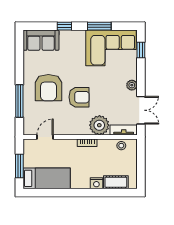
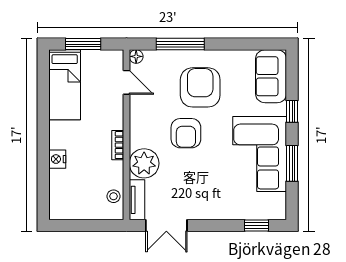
corner sofa: (111, 48) -> (260, 154), moved
plant: (132, 85) -> (204, 212), removed
armchair: (48, 88) -> (200, 87), turned 90
floor lamp: (28, 131) -> (136, 56), added
cot: (116, 182) -> (59, 188), removed

